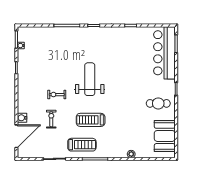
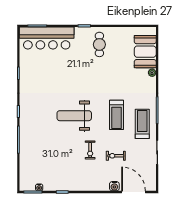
booth: (165, 136) -> (145, 52), moved, turned 90

